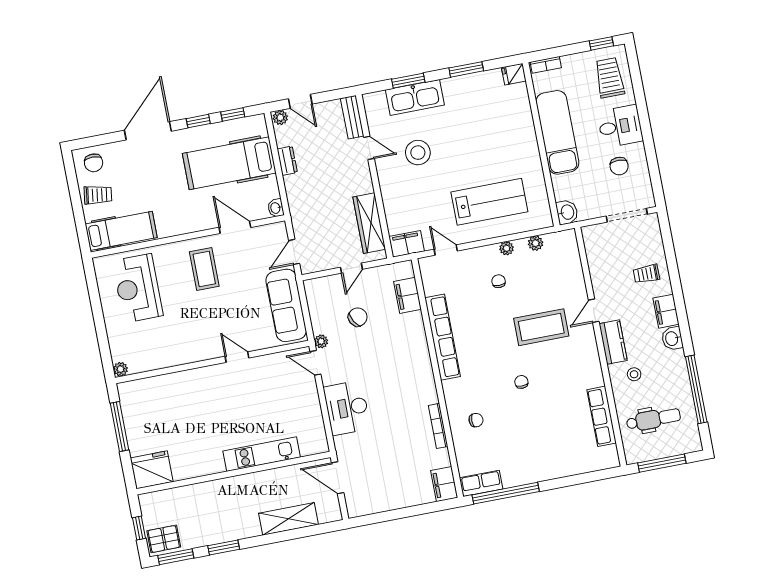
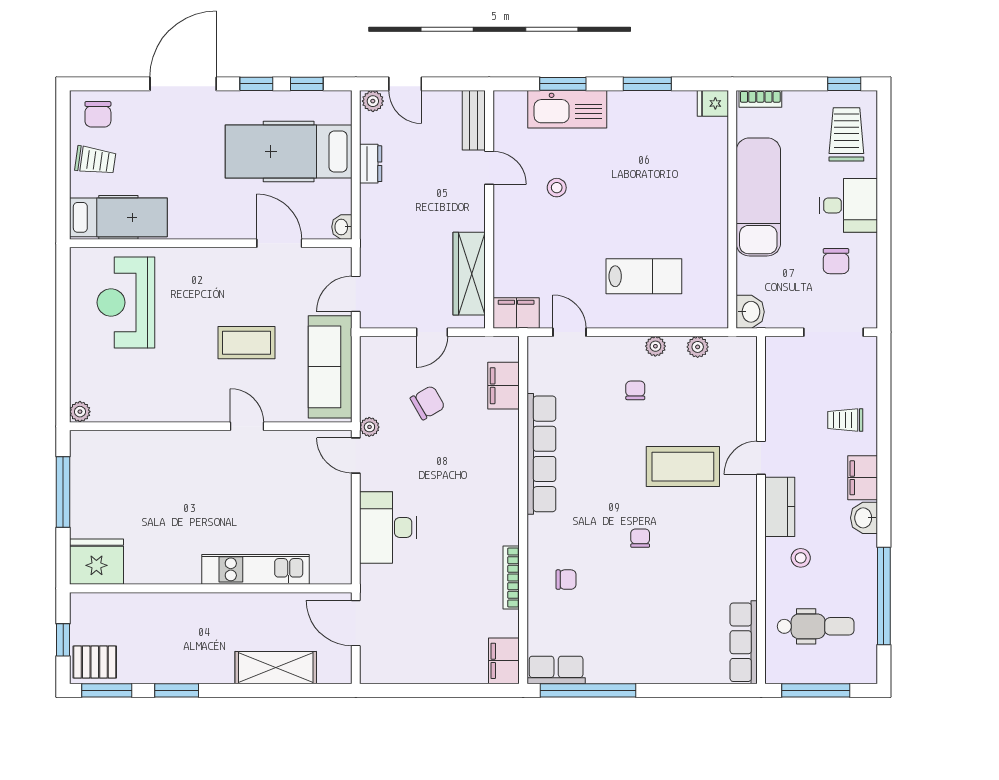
stool: (418, 153) -> (557, 188), width x0.53, depth x0.53
lab bench: (489, 202) -> (644, 276), width x0.73, depth x0.72
coffee table: (204, 269) -> (246, 343), moved, turned 90
row of seats: (602, 416) -> (744, 642), moved

